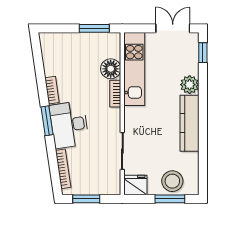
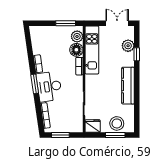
plant: (112, 48) -> (77, 36), added
window: (203, 53) -> (137, 54), moved
plant: (190, 85) -> (128, 46), moved

